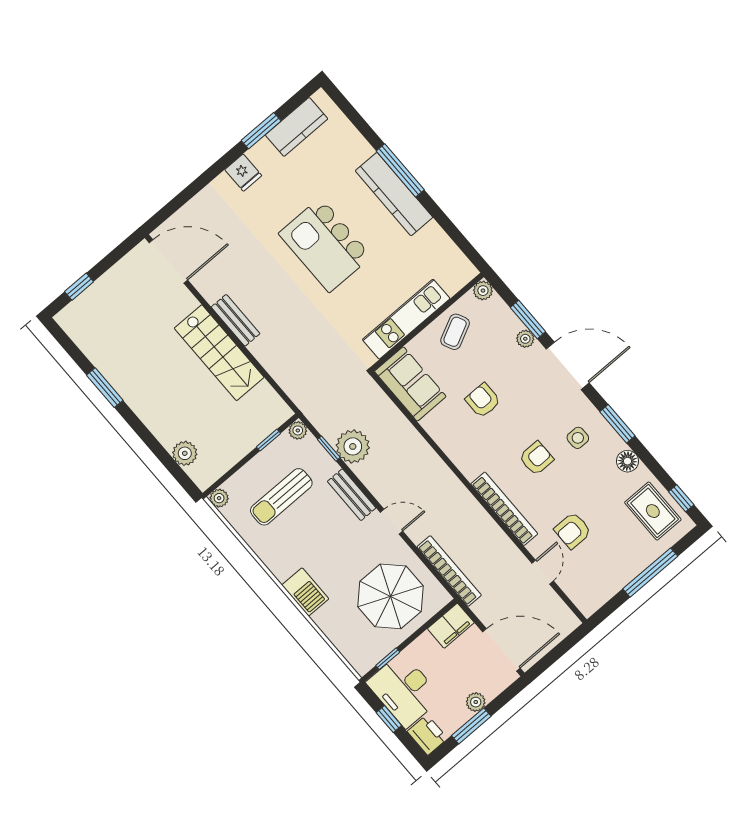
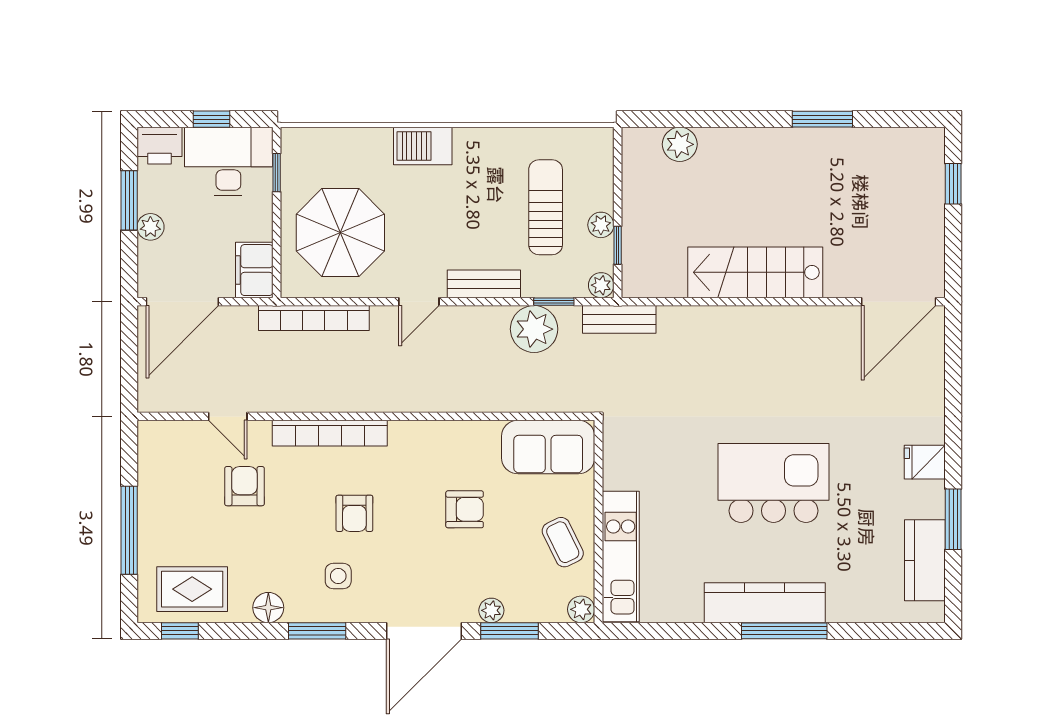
kitchen unit: (406, 319) -> (621, 557), moved
bench: (236, 320) -> (619, 319), moved
plant: (219, 498) -> (601, 225), moved

